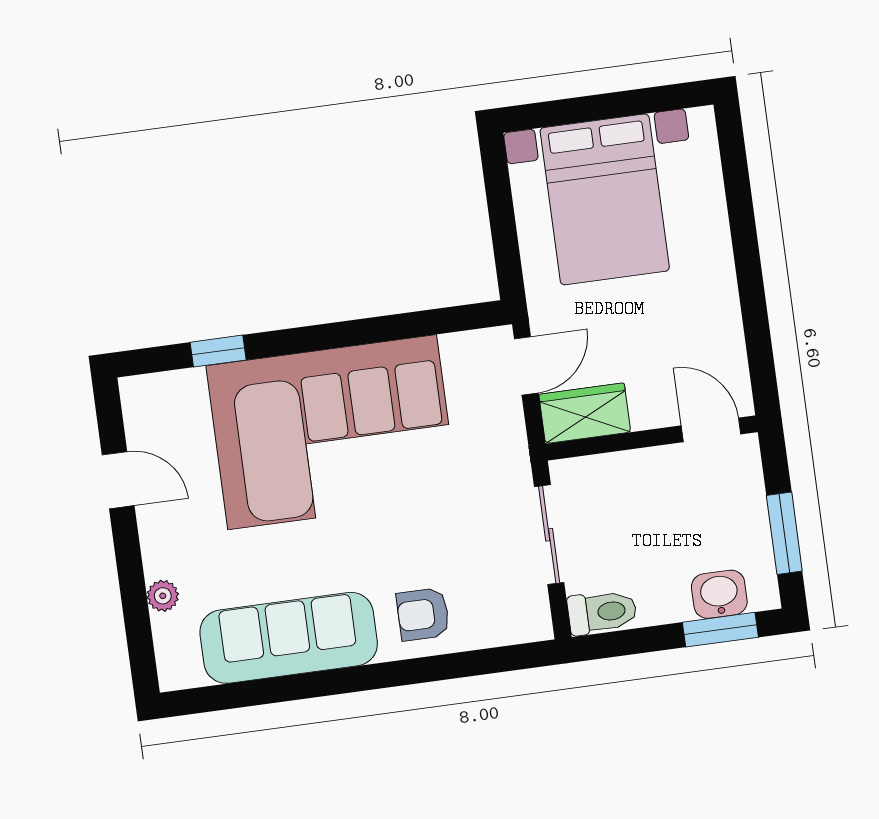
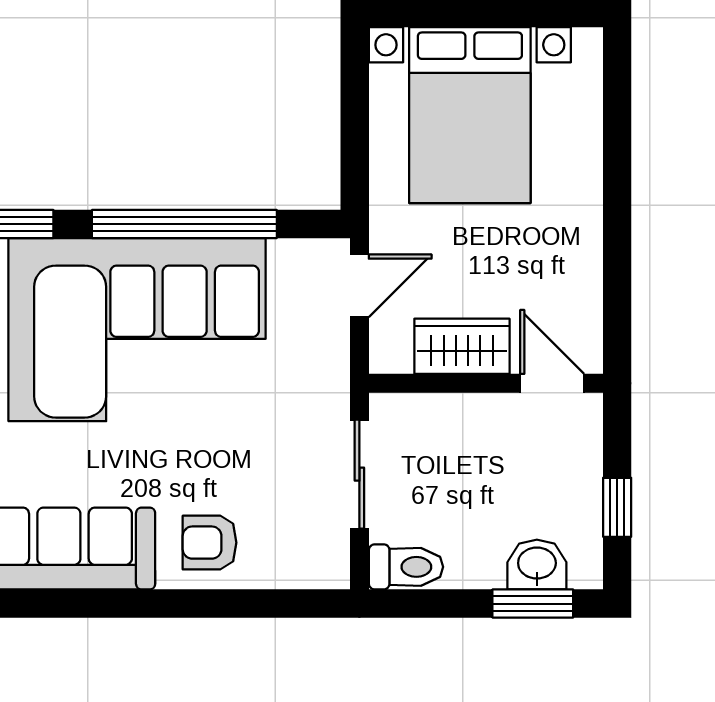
window: (362, 332) -> (184, 224), added
wardrobe: (585, 413) -> (462, 346), moved
window: (784, 533) -> (617, 507), width x0.67

